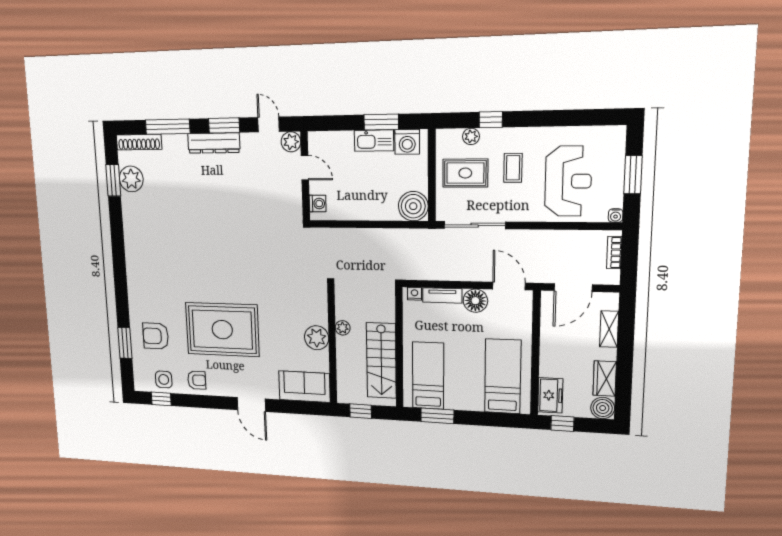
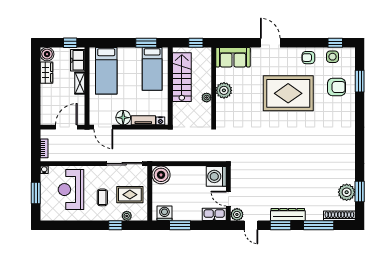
kitchen sink: (374, 141) -> (214, 214), moved
washing machine: (318, 204) -> (216, 176), width x1.89, depth x1.89
shelving: (609, 329) -> (80, 83), moved

